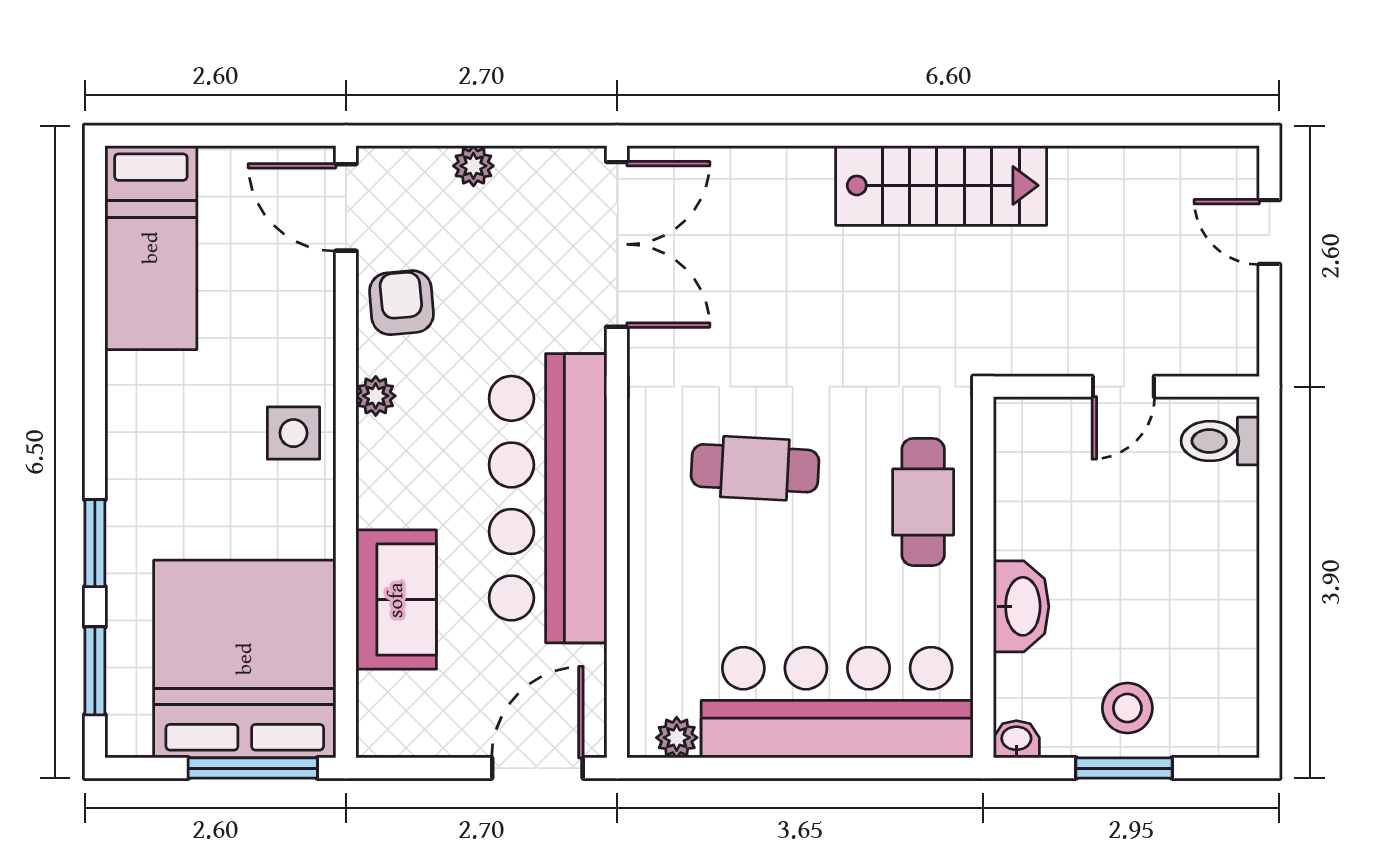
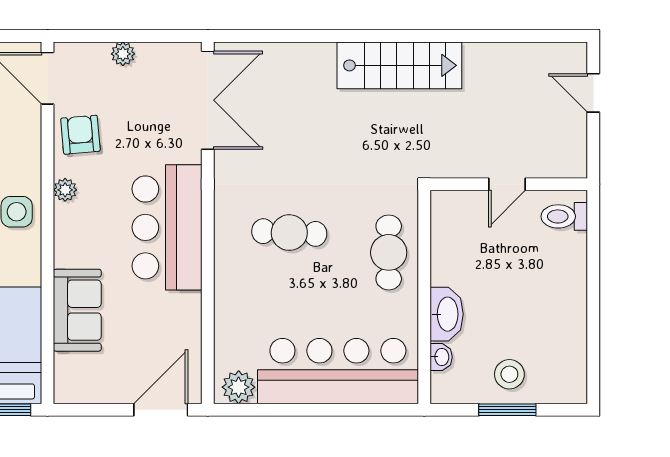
bar counter: (548, 498) -> (167, 227), width x0.73
plant: (677, 738) -> (239, 387), width x1.38, depth x1.38
washbasin: (1016, 739) -> (441, 357), moved, turned 90

